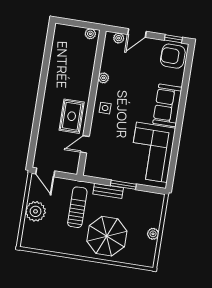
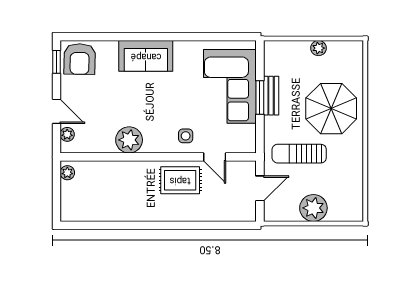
plant: (103, 78) -> (129, 140), width x1.87, depth x1.87
side table: (105, 108) -> (186, 136), moved
corner sofa: (152, 152) -> (230, 86), moved, turned 90
door: (45, 172) -> (260, 188), moved
bench: (108, 191) -> (271, 96), moved

